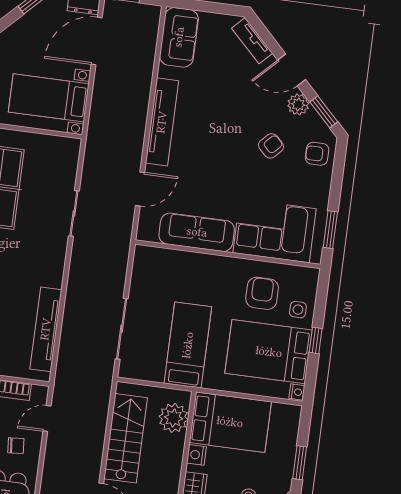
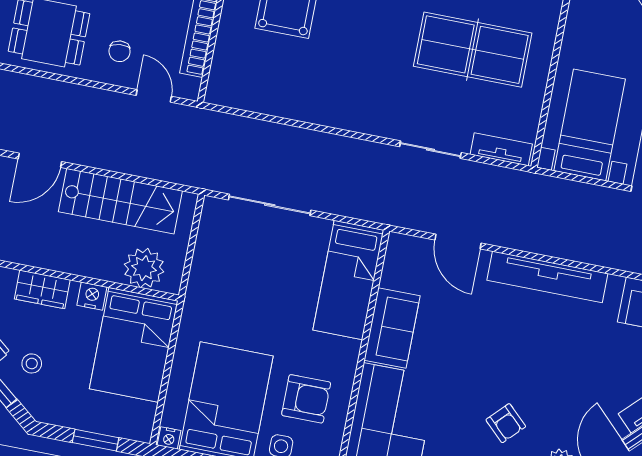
sofa: (197, 232) -> (392, 328), width x0.73
tv unit: (46, 329) -> (501, 149), moved, width x0.52, depth x0.78
bed: (188, 345) -> (348, 280), moved, turned 90
window: (300, 463) -> (96, 440), moved

